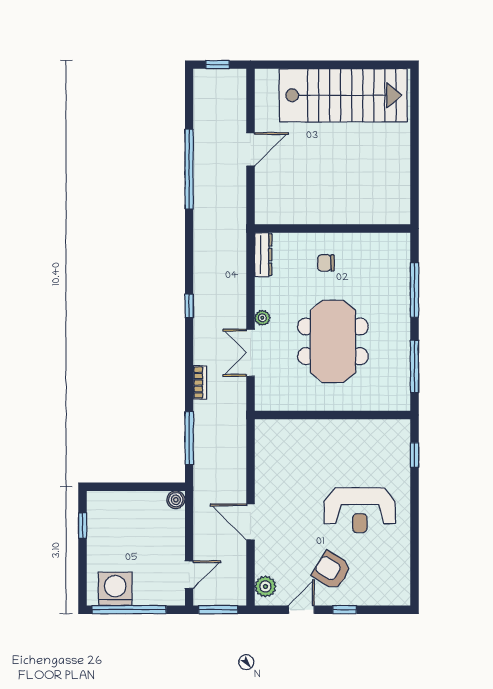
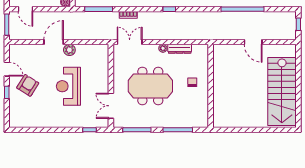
dresser: (263, 255) -> (180, 49), moved
double door: (251, 353) -> (130, 42), moved
double door: (370, 415) -> (111, 106), added
reception desk: (360, 510) -> (68, 86), moved
plant: (265, 586) -> (69, 50), moved

